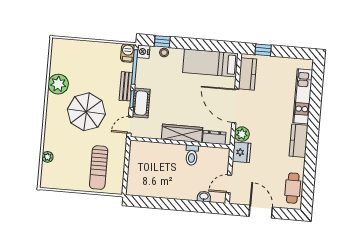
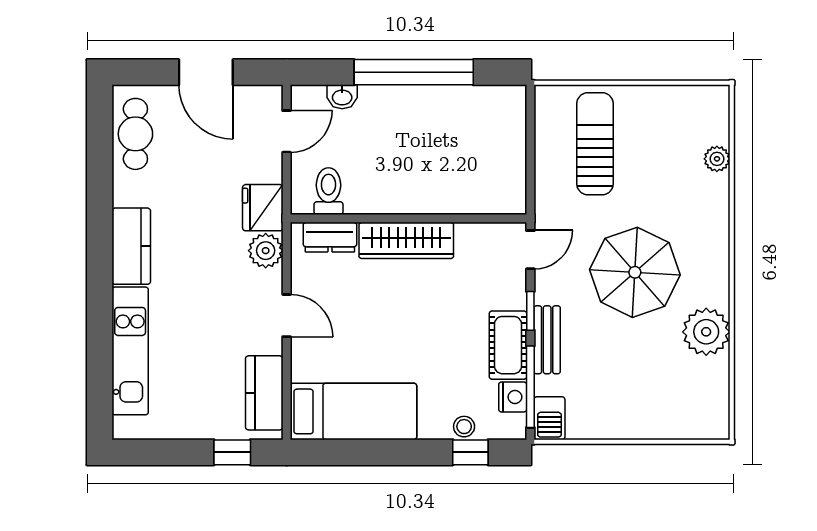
nightstand: (143, 52) -> (513, 397), moved
cot: (141, 103) -> (508, 345), moved
door: (235, 106) -> (287, 316), width x0.53
toilet: (192, 155) -> (328, 191), moved
window: (173, 204) -> (414, 72), added

